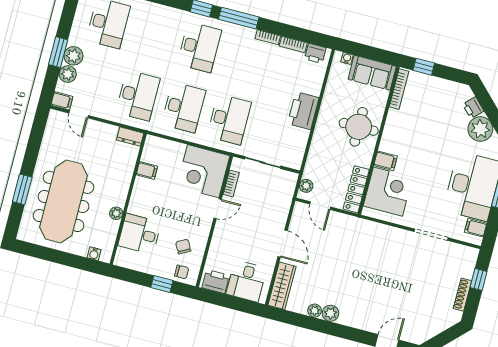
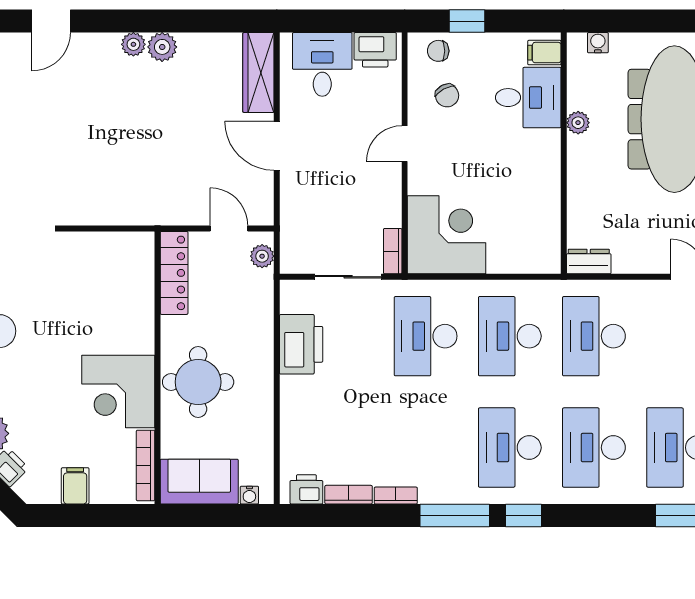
desk: (154, 35) -> (594, 448), added
window: (424, 67) -> (113, 515), removed
printer: (303, 111) -> (301, 344), moved
filing cabinet: (385, 161) -> (75, 486), moved, turned 90
filing cabinet: (147, 170) -> (544, 53), moved
bookcase: (231, 183) -> (393, 251), moved
corner desk: (388, 192) -> (118, 391), moved
door: (218, 209) -> (405, 144), moved
plant: (315, 311) -> (133, 44), moved

